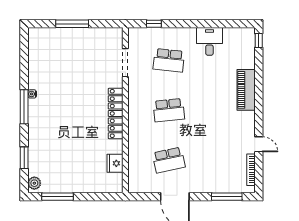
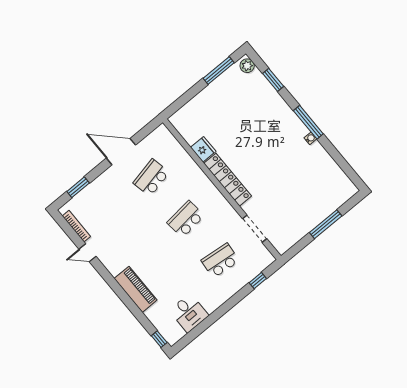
desk: (209, 41) -> (189, 313), moved
fridge: (115, 163) -> (203, 149), moved
window: (227, 197) -> (78, 187), width x0.69

